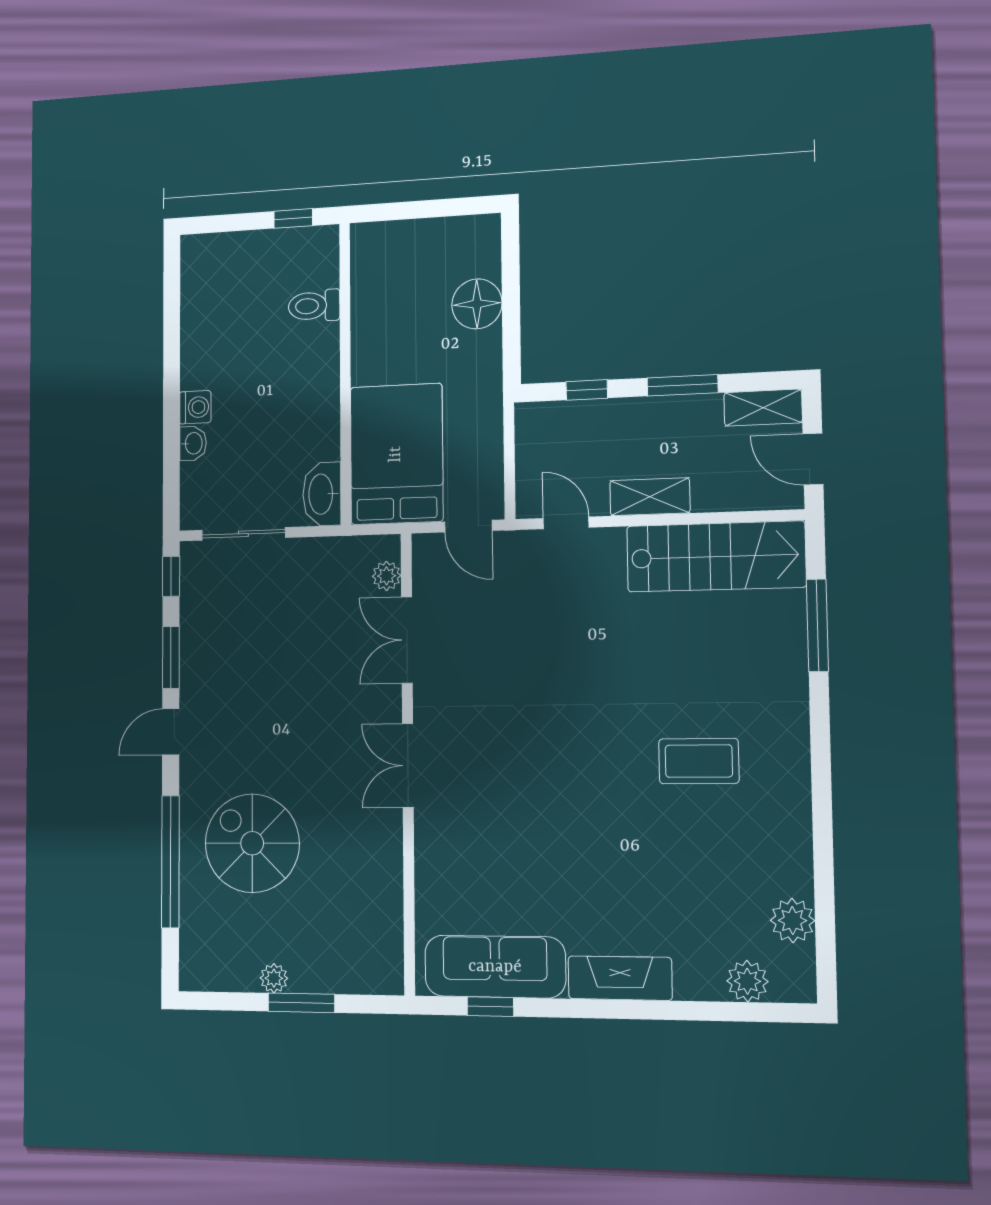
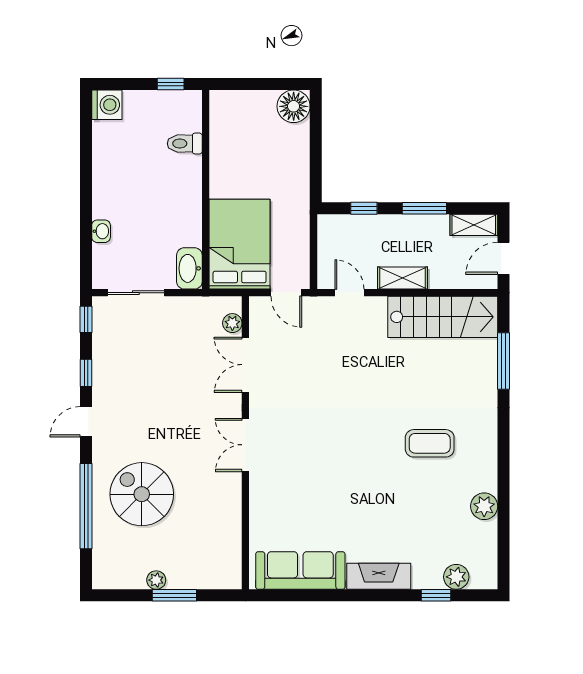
floor lamp: (477, 304) -> (294, 106), moved
washing machine: (195, 407) -> (107, 105), moved, width x1.38, depth x1.38
door: (813, 459) -> (503, 258), hinge flipped
window: (171, 657) -> (86, 373), width x0.67
plant: (793, 920) -> (484, 506), moved
window: (490, 1007) -> (436, 595), moved

